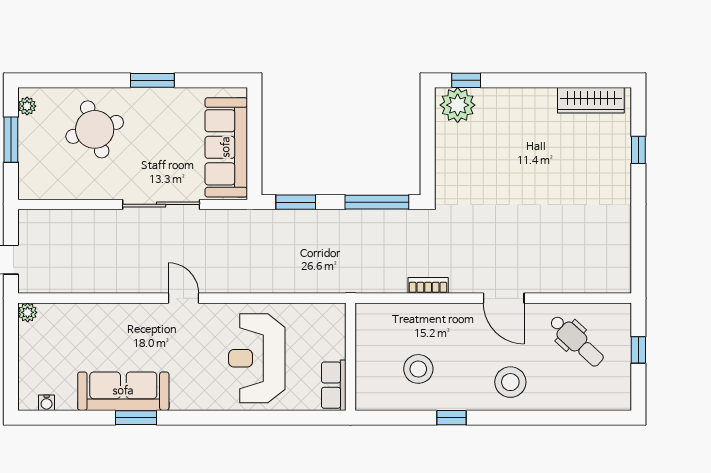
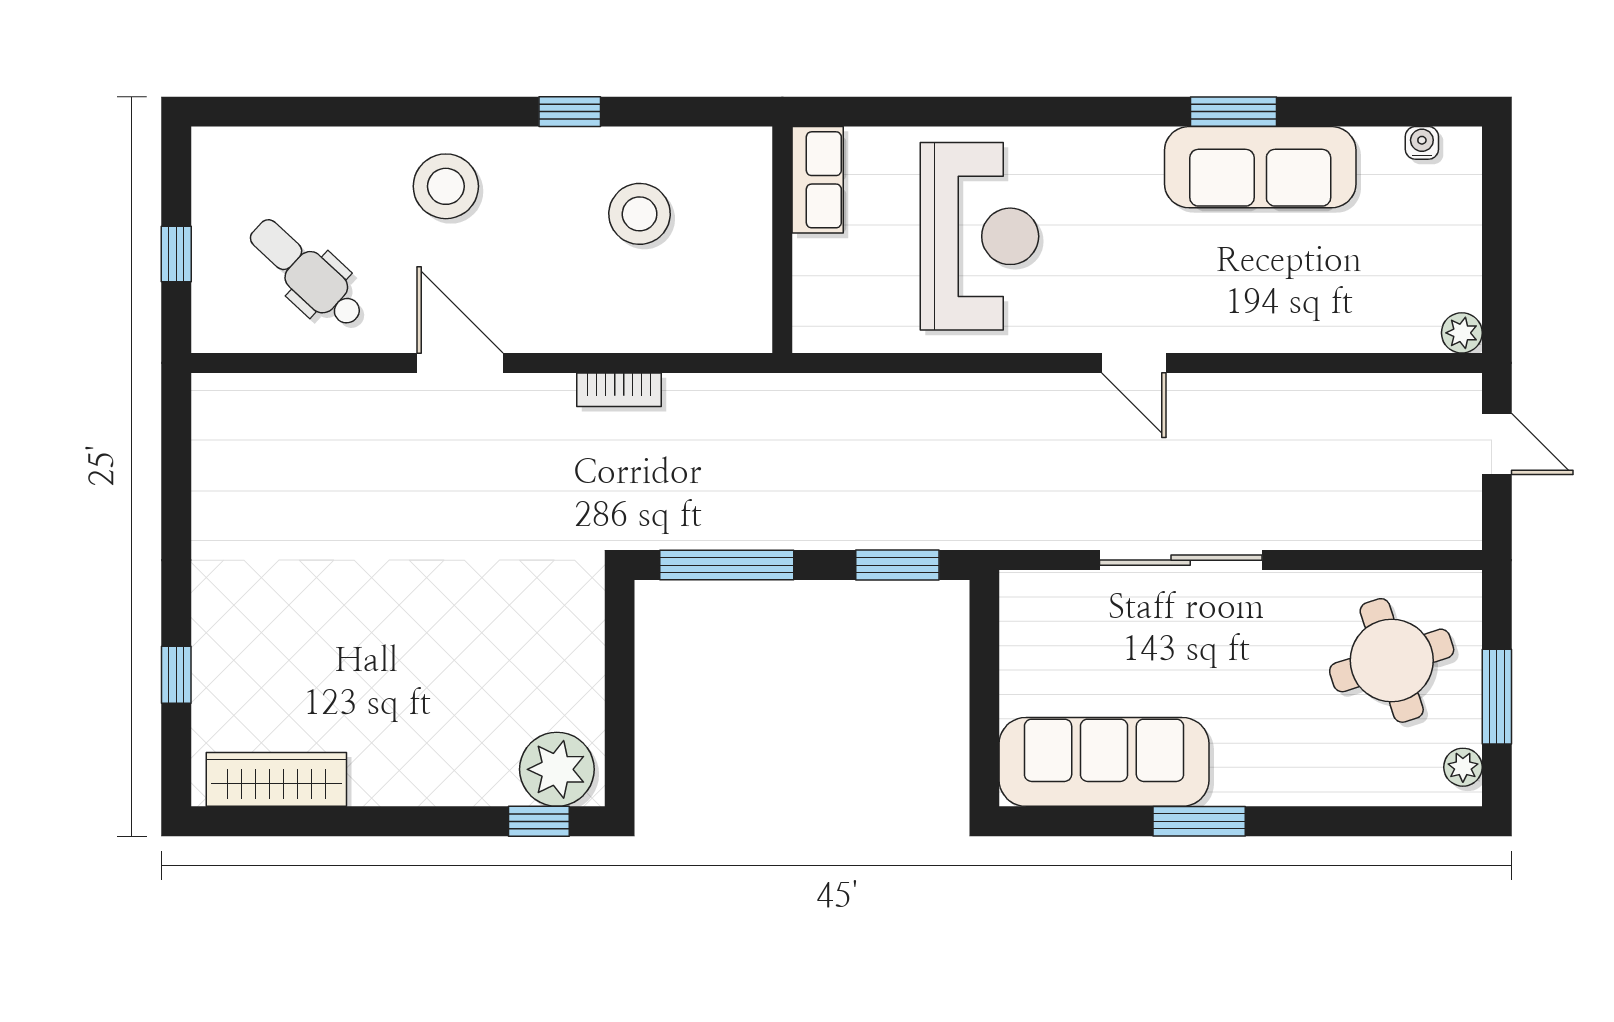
round table: (95, 129) -> (1392, 660), moved
sofa: (226, 147) -> (1104, 762), moved, turned -90

